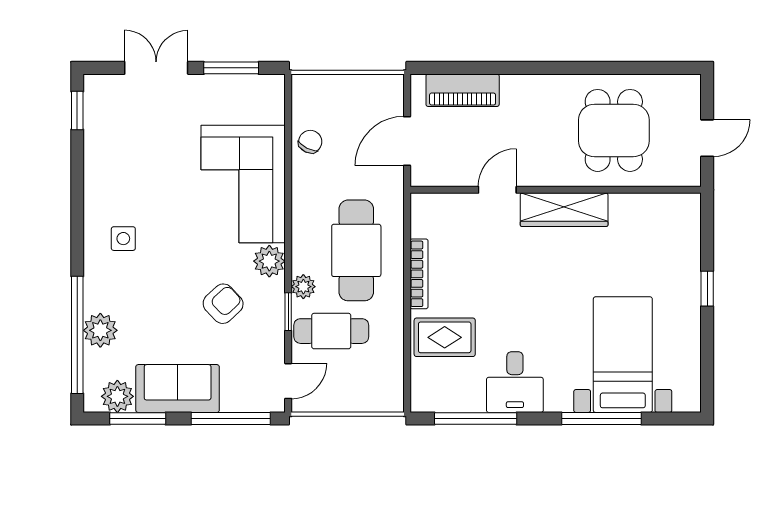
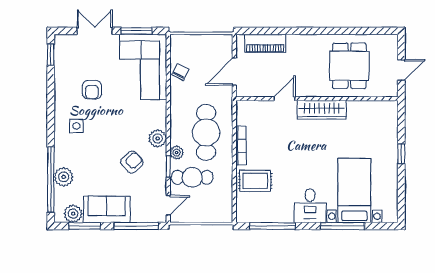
armchair: (151, 174) -> (92, 90), added
corner sofa: (243, 184) -> (143, 67), moved
desk: (515, 382) -> (310, 206), moved

